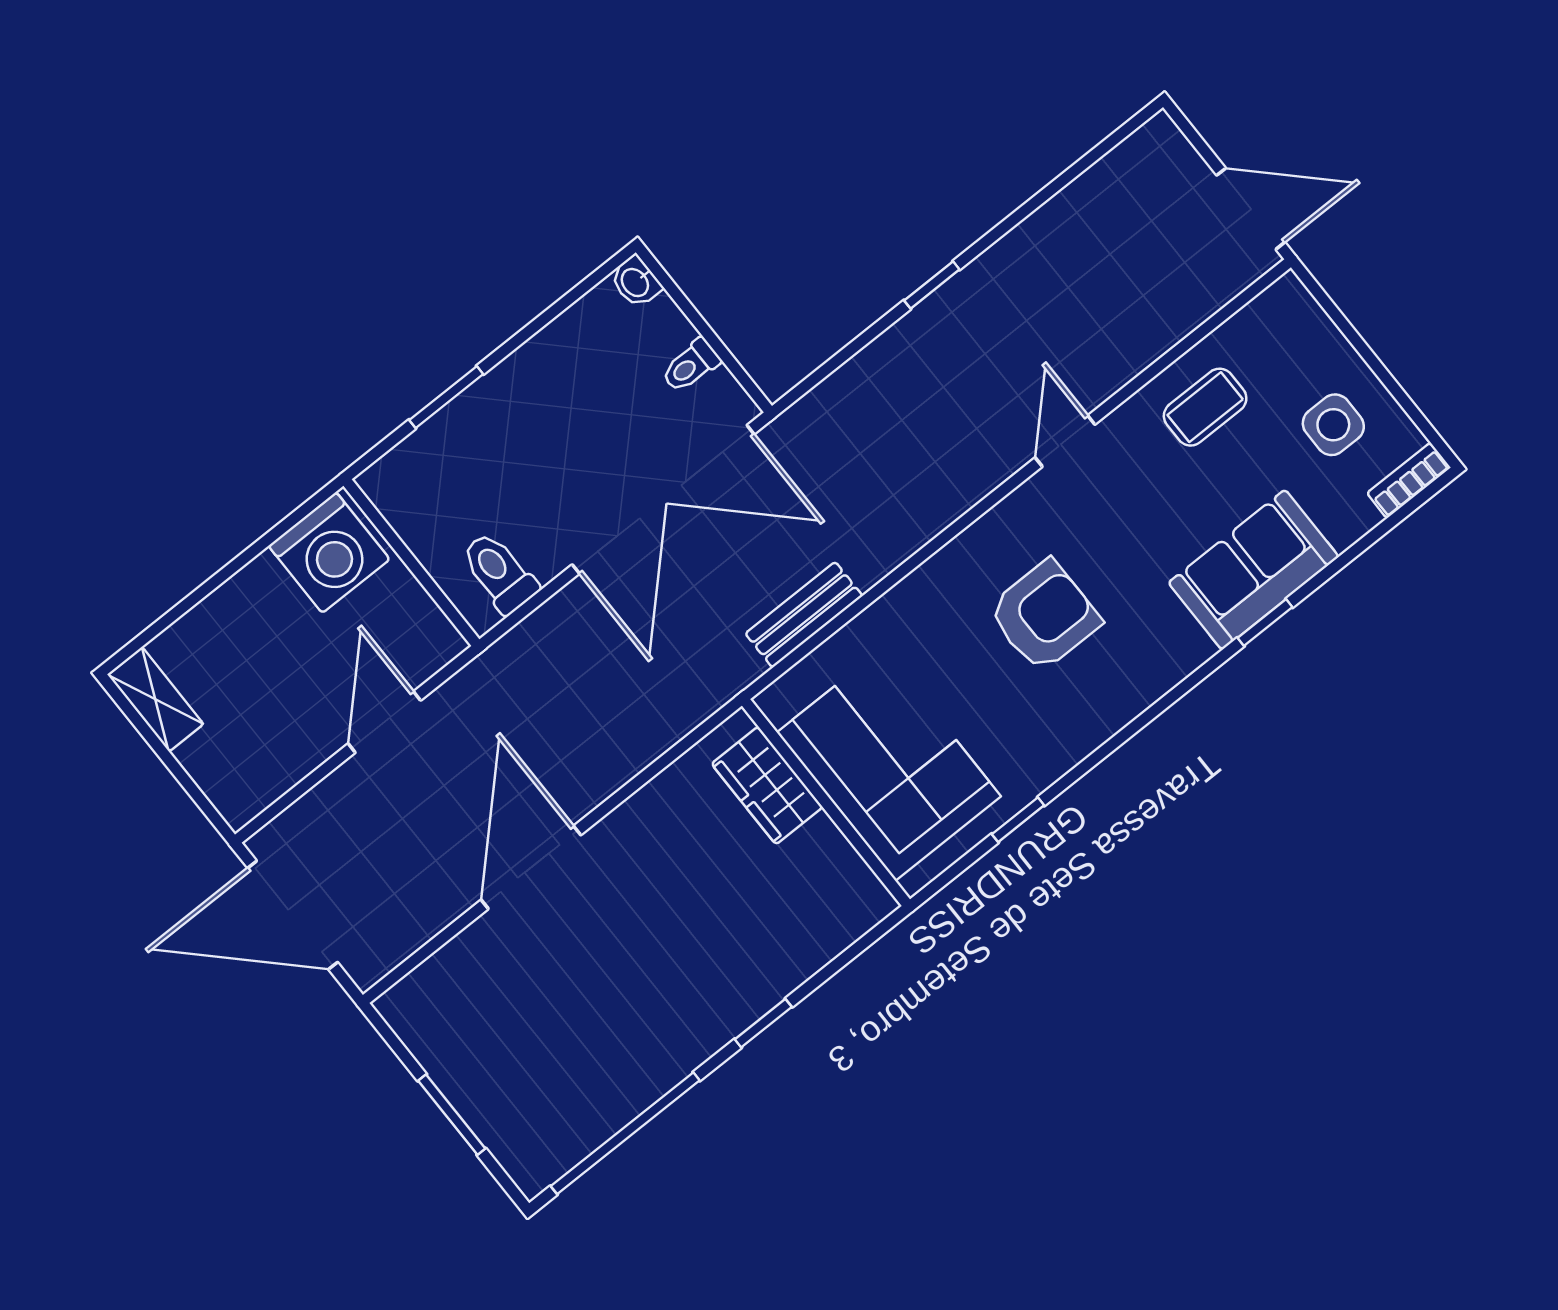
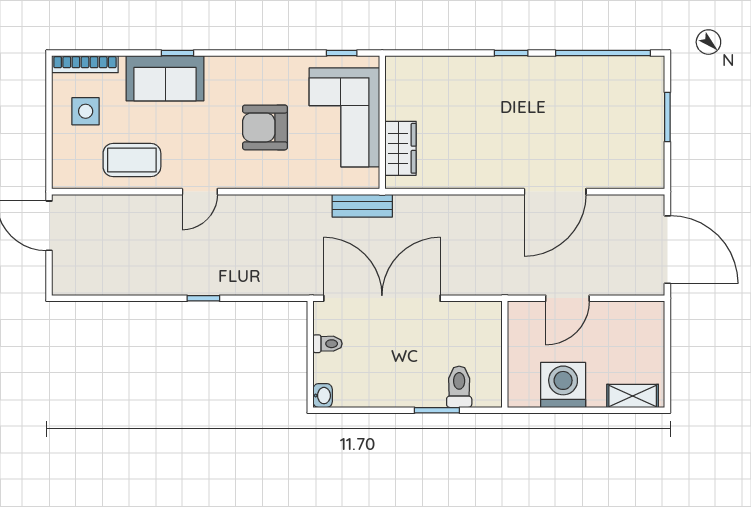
coffee table: (1205, 407) -> (132, 160), width x1.36, depth x1.30
bookcase: (1409, 480) -> (85, 64), width x1.56
washing machine: (329, 553) -> (563, 385), moved
toilet: (499, 573) -> (459, 387), moved, turned 180
shelving: (155, 699) -> (633, 396), moved, turned 90
corner sofa: (889, 764) -> (344, 117), moved
wardrobe: (767, 785) -> (401, 148), moved
wall: (826, 802) -> (382, 122), moved

